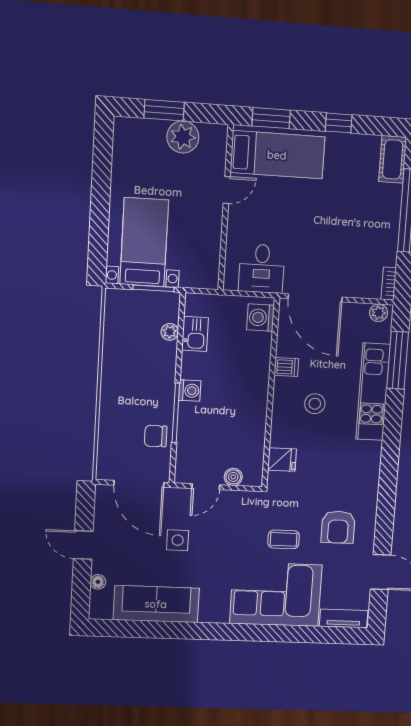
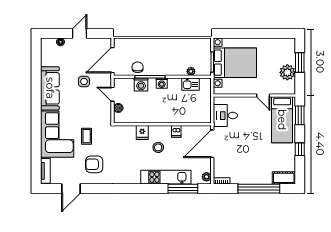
bed with nightstands: (144, 242) -> (235, 63), width x1.36
washing machine: (261, 318) -> (141, 84), moved, turned 180
fridge: (282, 460) -> (142, 133), moved
sofa: (156, 604) -> (50, 88), moved

